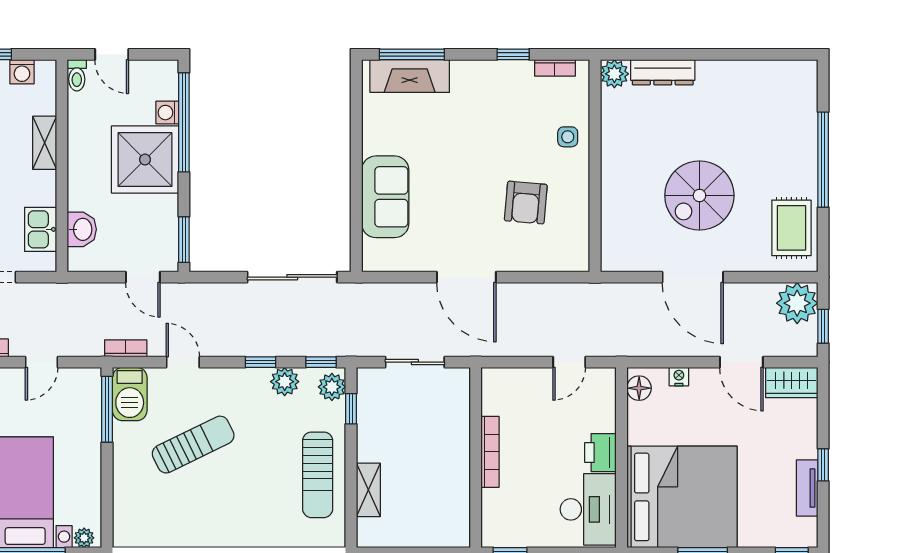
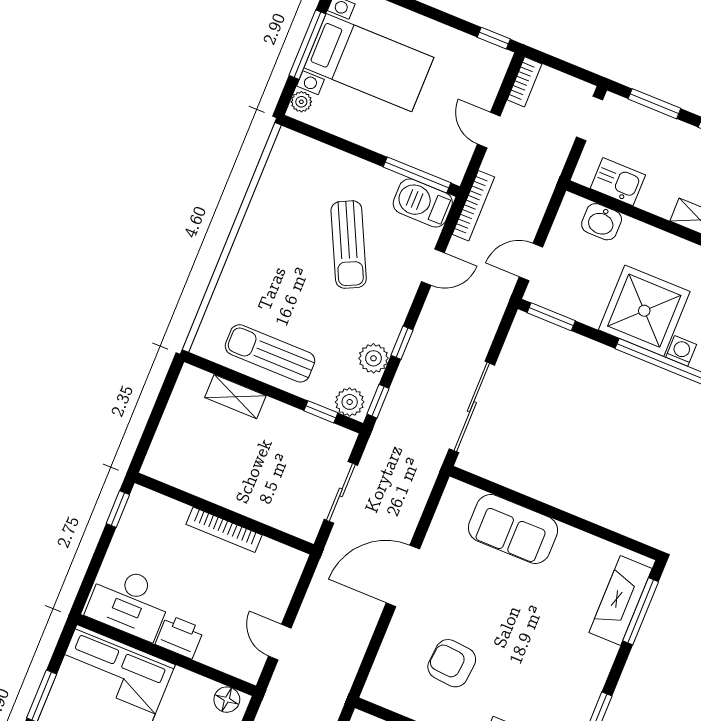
bookcase: (126, 348) -> (473, 206), width x1.56

